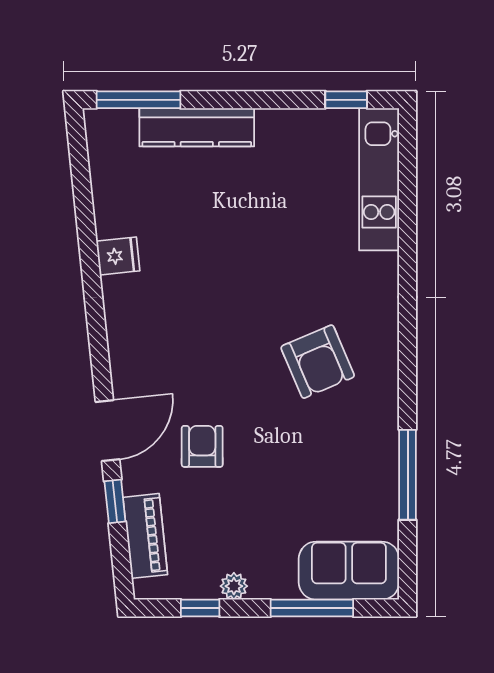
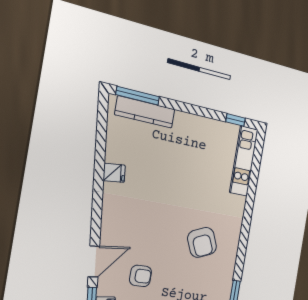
kitchen counter: (197, 127) -> (145, 112), moved
armchair: (202, 446) -> (141, 276), turned 90

